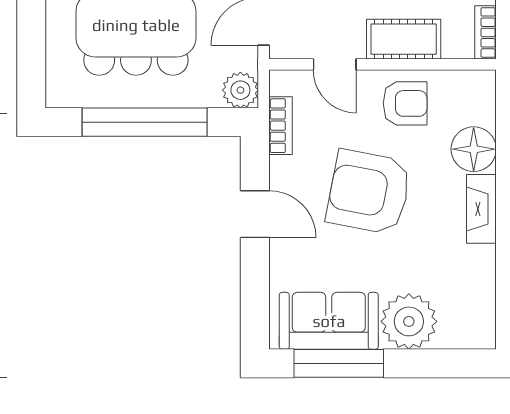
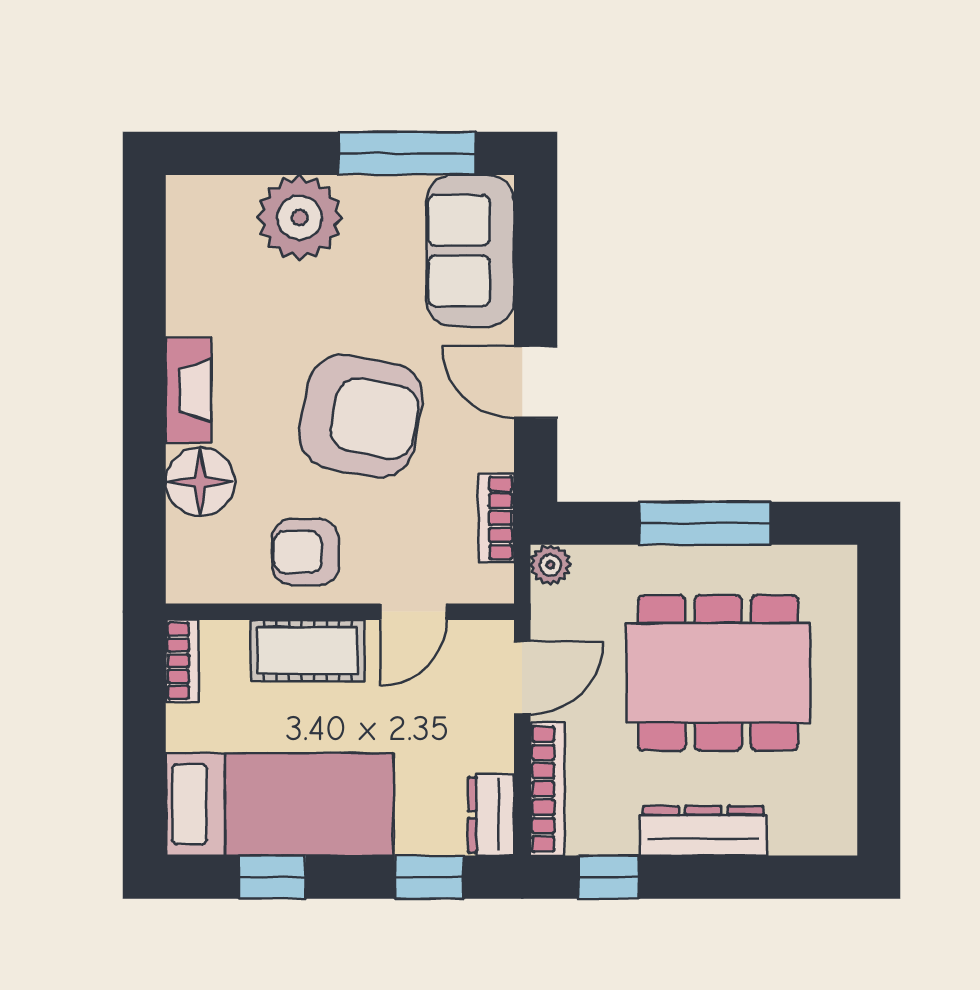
door: (335, 64) -> (413, 612), swing flipped
plant: (240, 90) -> (550, 565), width x0.73, depth x0.73
window: (145, 122) -> (705, 523), width x0.68
sofa: (329, 321) -> (470, 251), moved, turned 90

